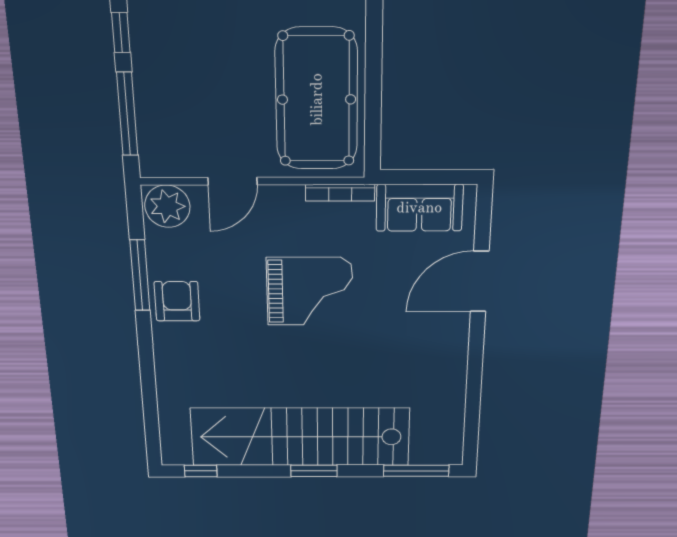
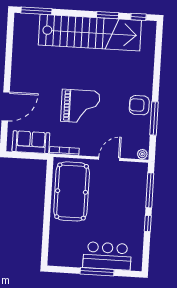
plant: (167, 206) -> (142, 154), width x0.53, depth x0.53
grand piano: (310, 291) -> (80, 106), turned 180
armchair: (177, 301) -> (139, 105), turned 90
window: (314, 471) -> (108, 15), moved

